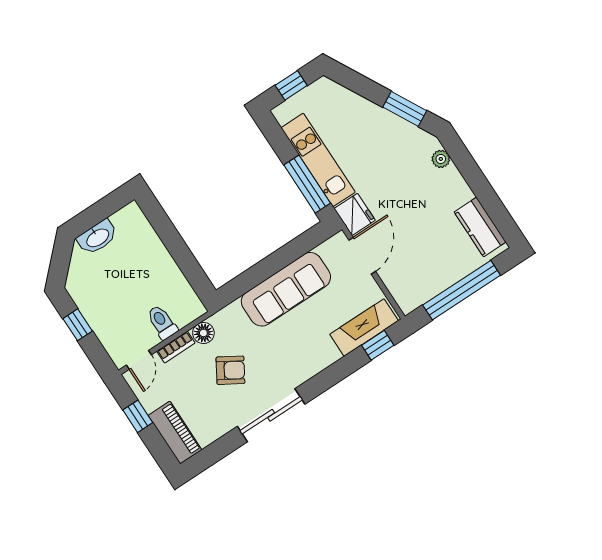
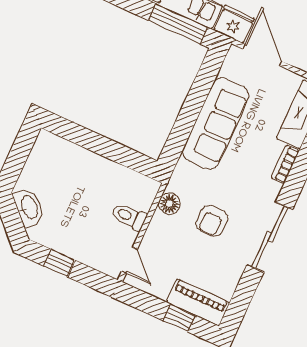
washbasin: (97, 237) -> (29, 207), moved, turned -45
bookcase: (176, 347) -> (285, 164), moved, turned 180
armchair: (230, 370) -> (212, 221), turned 149
window: (138, 416) -> (179, 318), moved

